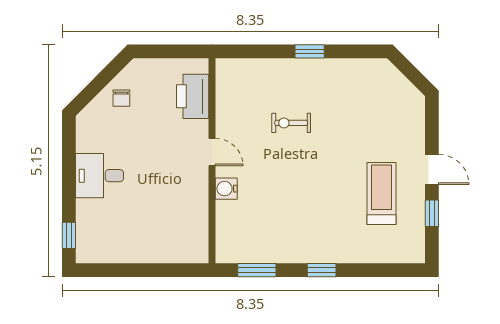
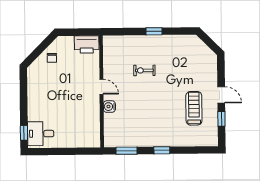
printer: (193, 96) -> (87, 44), moved, turned -90
desk: (100, 176) -> (41, 134), moved

